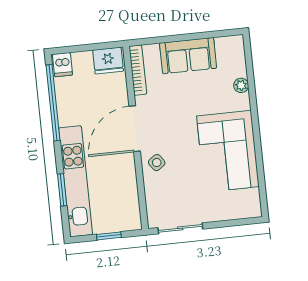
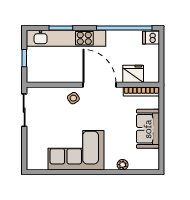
fridge: (108, 61) -> (133, 74), moved, turned 90

